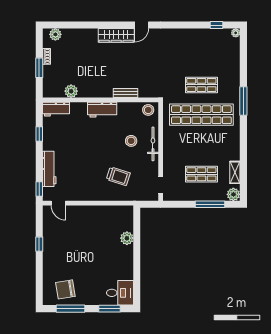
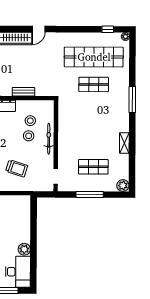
stool: (148, 110) -> (30, 121), moved
shop shelf: (201, 115) -> (94, 57), moved
shelving: (235, 172) -> (124, 143), moved
window: (210, 204) -> (90, 195), moved
plant: (127, 238) -> (24, 249), moved
desk: (120, 293) -> (18, 272), width x1.37

